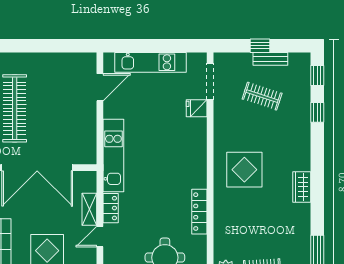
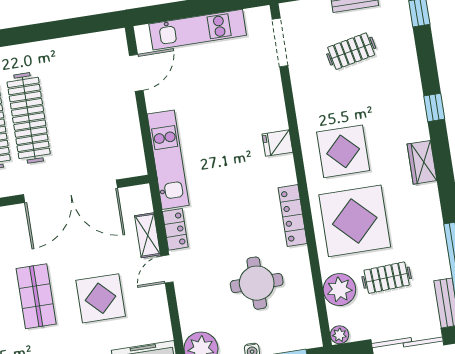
clothes rail: (262, 96) -> (351, 51), turned -30
fridge: (197, 108) -> (277, 143), moved
window: (317, 112) -> (434, 108), moved
display table: (245, 223) -> (355, 221), added

